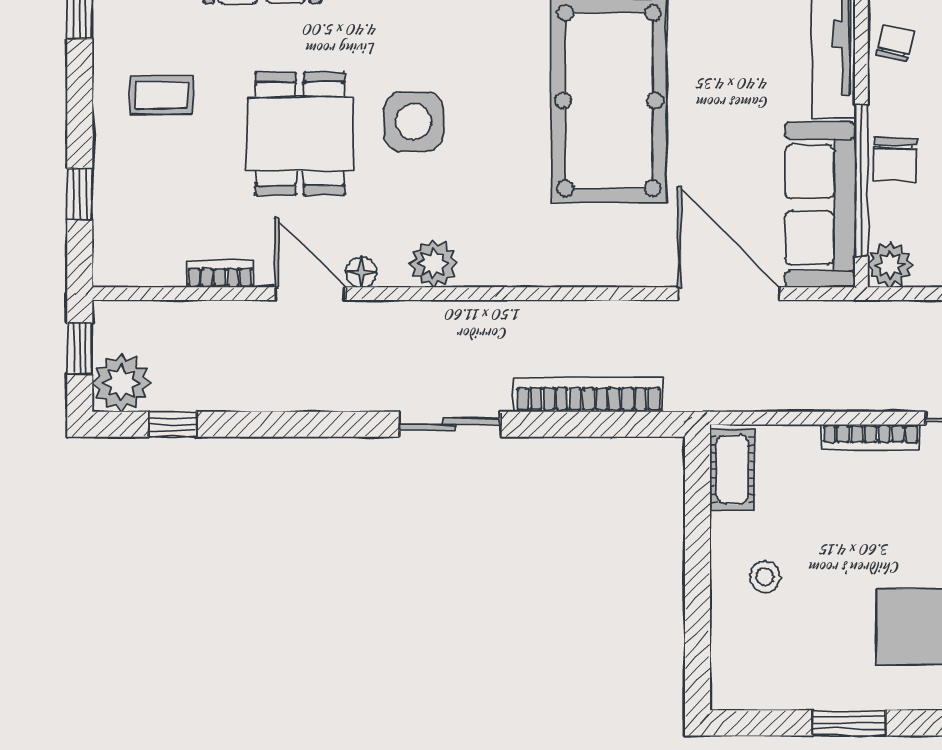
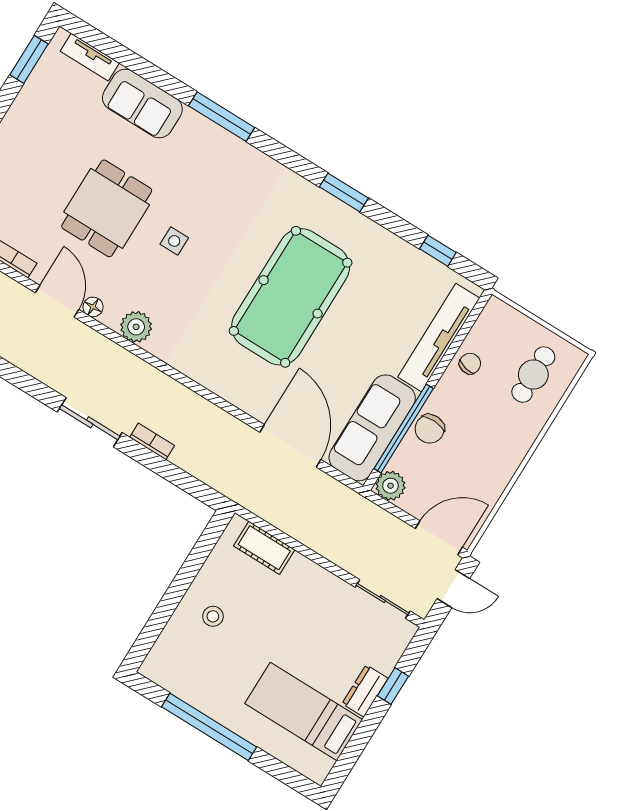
coffee table: (162, 95) -> (43, 139), removed
side table: (413, 122) -> (174, 241), width x0.54, depth x0.54
bookcase: (588, 395) -> (152, 441), width x0.43, depth x0.76
bookcase: (870, 437) -> (320, 575), removed
cot: (732, 470) -> (264, 548), moved, turned 90
window: (849, 723) -> (209, 727), width x2.11

